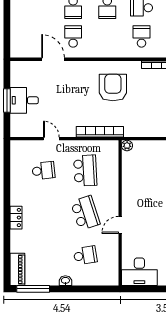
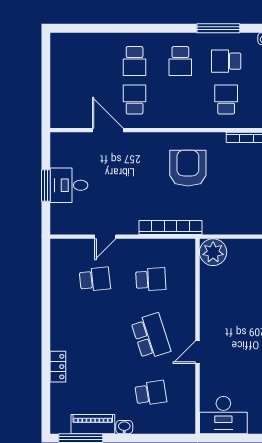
door: (51, 139) -> (105, 237), swing flipped
plant: (127, 146) -> (213, 252), width x1.88, depth x1.88
school desk: (85, 171) -> (151, 279), width x0.54
locker: (16, 218) -> (58, 367), moved
piano: (17, 269) -> (93, 424), moved, turned -90

